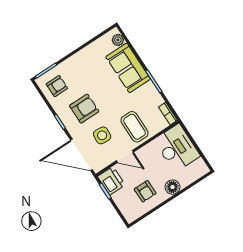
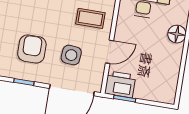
coffee table: (134, 127) -> (90, 18), width x0.73, depth x0.77
armchair: (145, 191) -> (158, 62), removed

